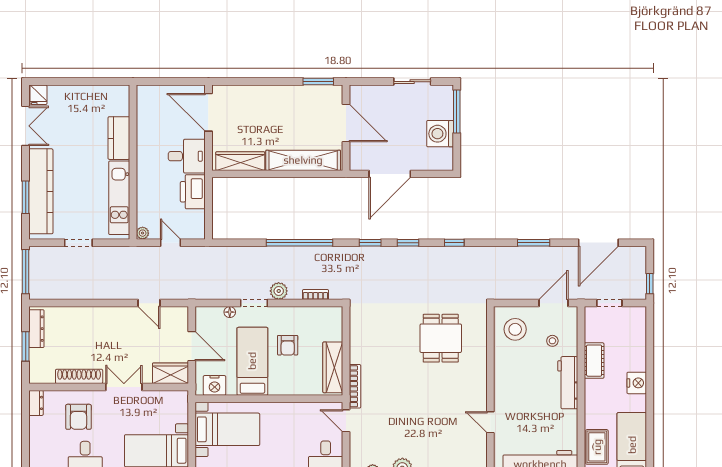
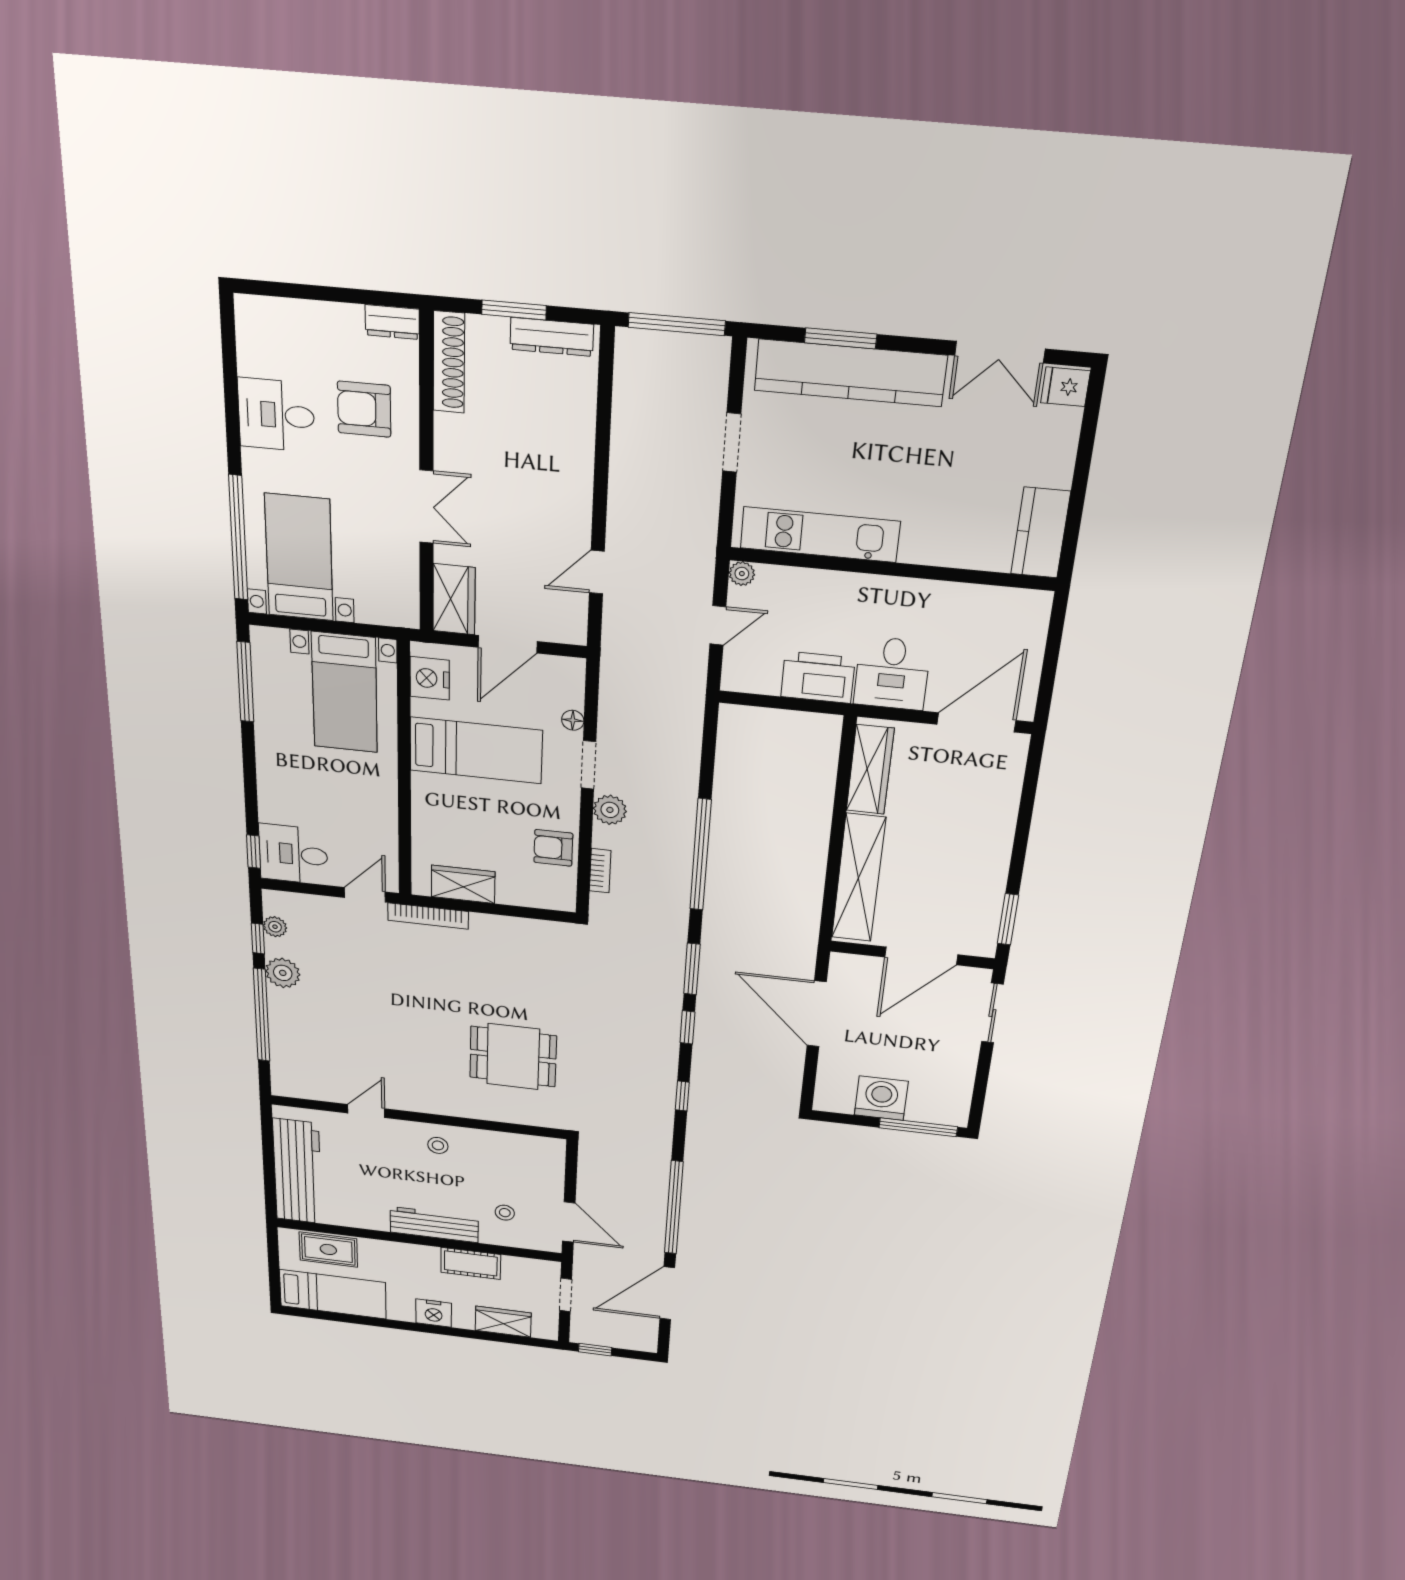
sliding door: (412, 82) -> (992, 1013), moved
kitchen counter: (119, 138) -> (1041, 533), moved, turned -90
window: (370, 243) -> (692, 969), width x1.50
window: (534, 243) -> (674, 1208), width x2.11
door: (598, 243) -> (667, 1293), hinge flipped
stool: (515, 329) -> (438, 1145), moved, width x0.53, depth x0.53
wardrobe: (637, 340) -> (503, 1322), added
armchair: (288, 345) -> (553, 848), moved
wardrobe: (333, 367) -> (463, 884), width x0.67
shoe rack: (79, 376) -> (449, 362), moved

